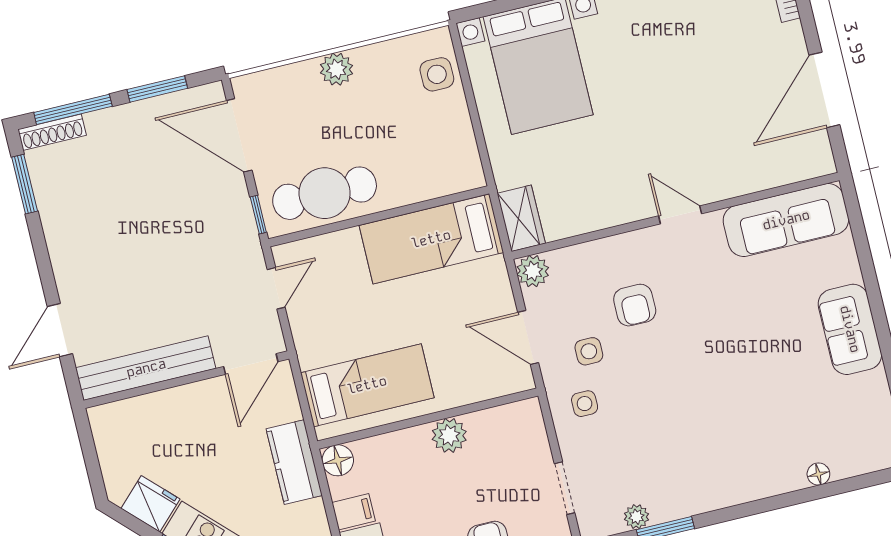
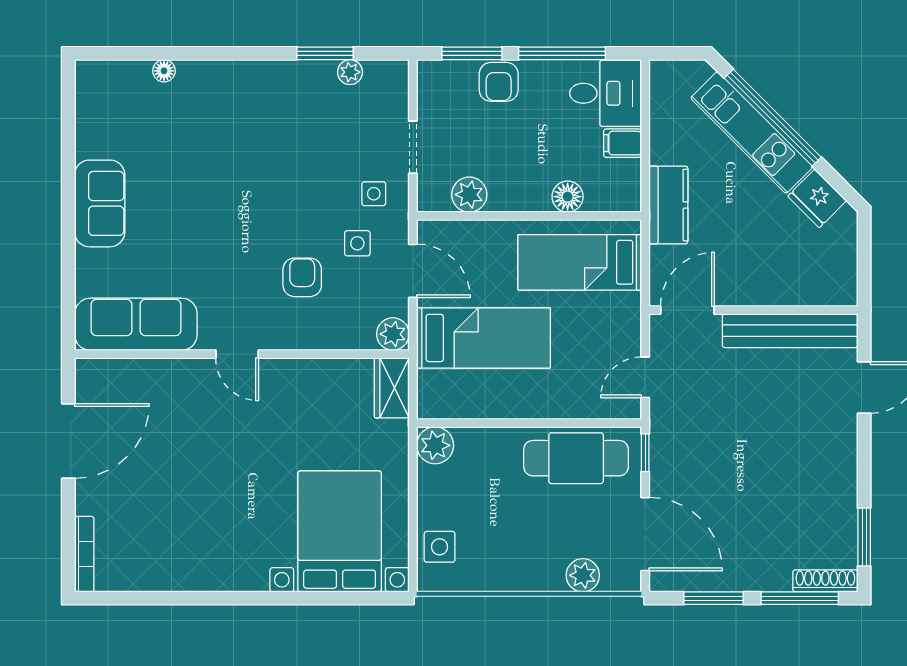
plant: (337, 69) -> (583, 575), moved
plant: (465, 172) -> (435, 445), added
bed: (431, 239) -> (483, 338), moved
plant: (449, 435) -> (469, 195), moved
floor lamp: (338, 460) -> (568, 197), moved
doorway: (565, 488) -> (413, 147), moved

